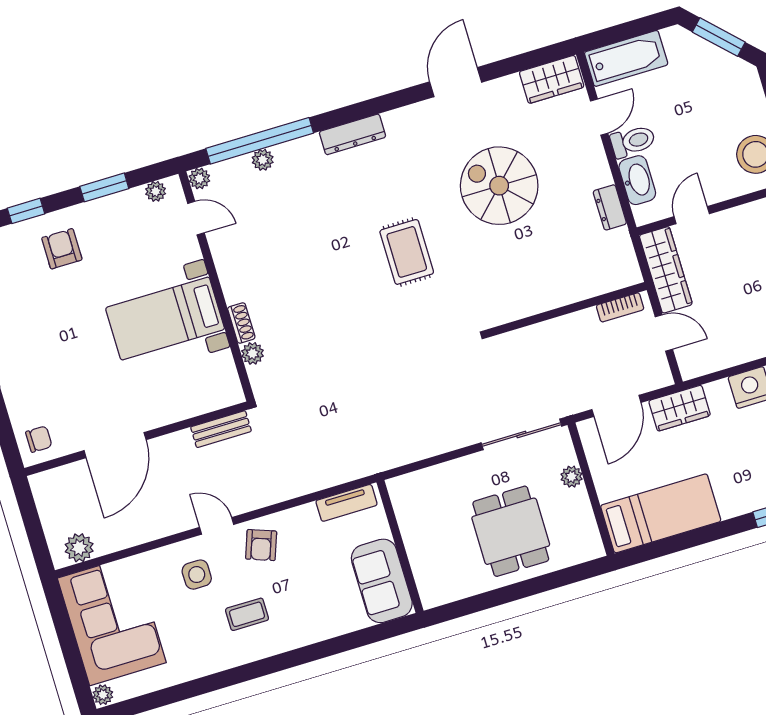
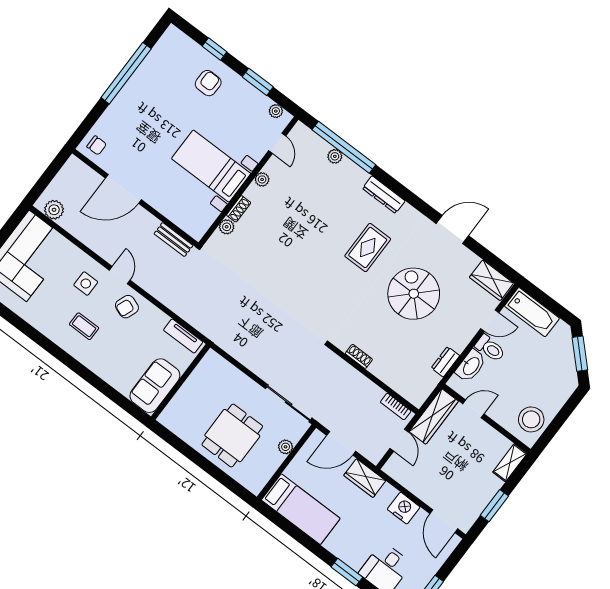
plant: (199, 179) -> (262, 179), moved
rug: (407, 252) -> (368, 247), moved
shoe rack: (527, 308) -> (359, 356), added

